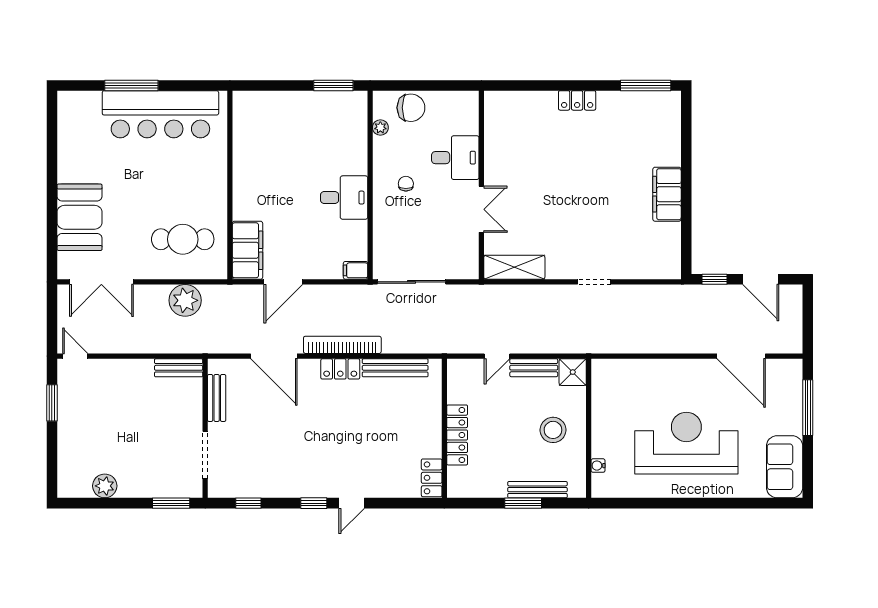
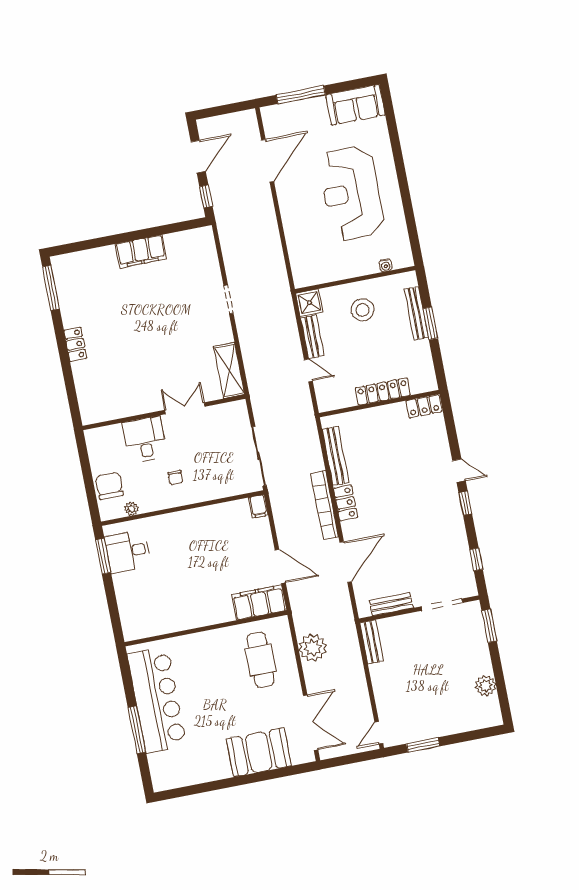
chair: (406, 184) -> (175, 477), turned -90
desk: (344, 198) -> (128, 551), moved, turned -90

